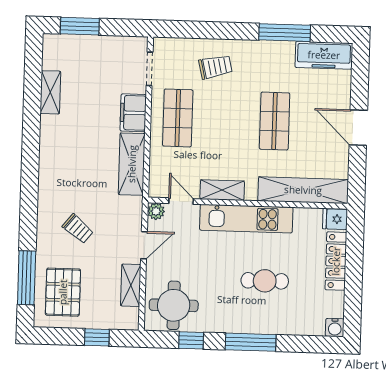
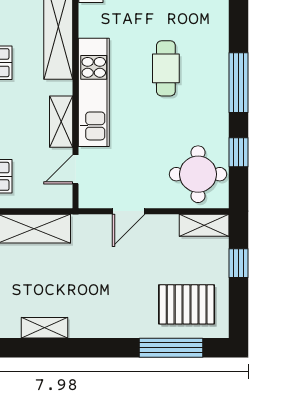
shelving: (47, 170) -> (45, 328), added
plant: (156, 211) -> (88, 198), removed
trolley: (78, 229) -> (112, 289), removed
door: (144, 245) -> (129, 211), swing flipped
shelving: (131, 285) -> (204, 225), moved

